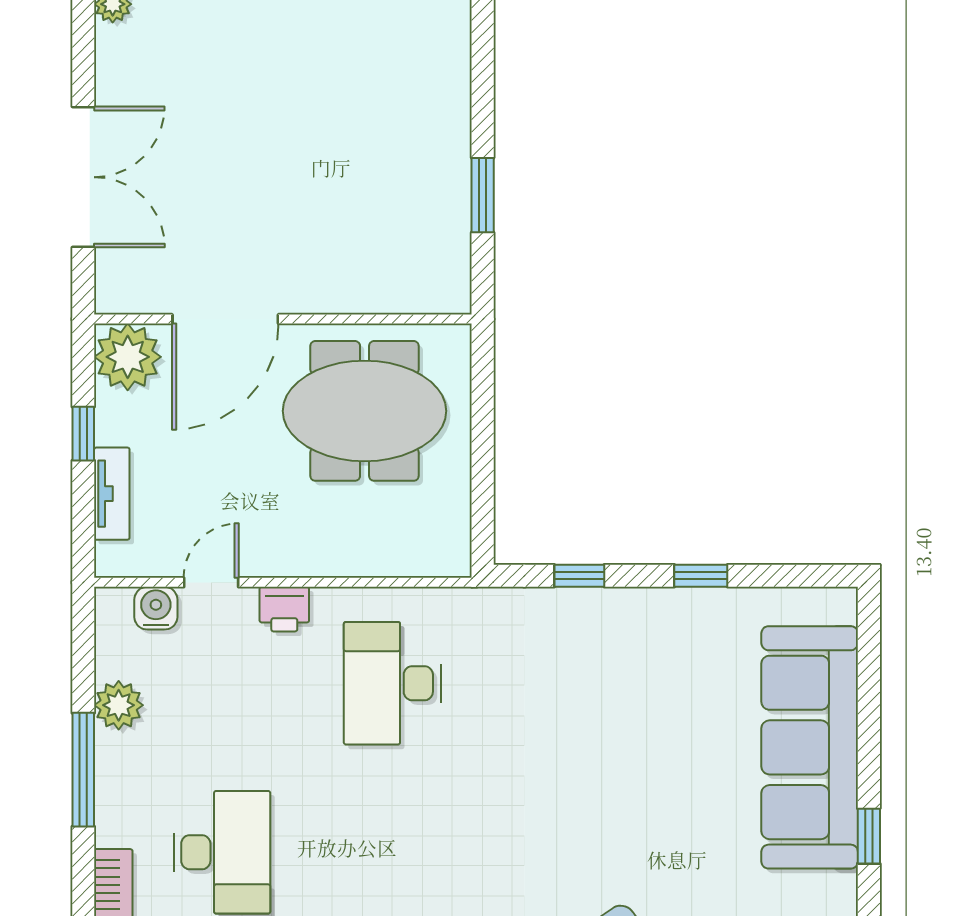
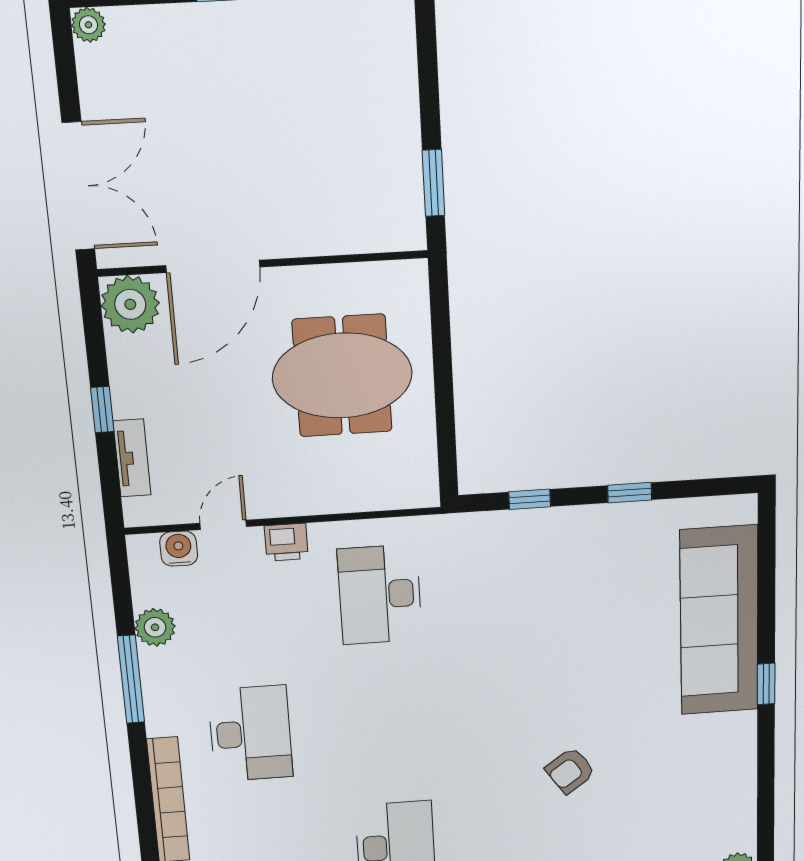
door: (225, 319) -> (213, 266), moved
wall: (283, 319) -> (263, 263), moved
plant: (128, 357) -> (130, 304), moved

